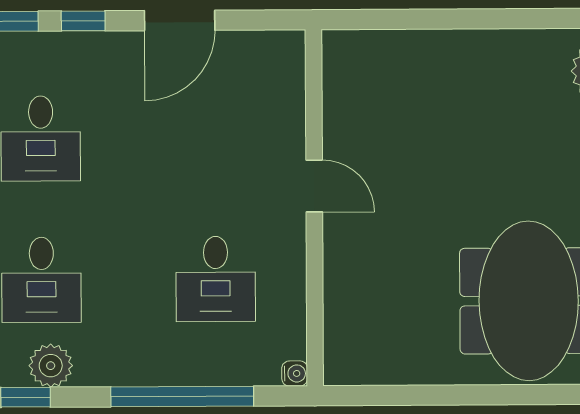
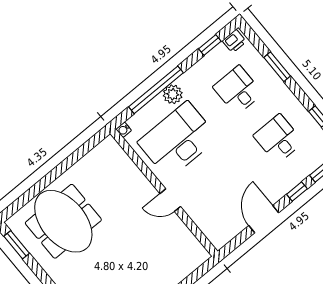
desk: (216, 279) -> (178, 140), width x1.87, depth x1.30
plant: (51, 366) -> (173, 94), moved

